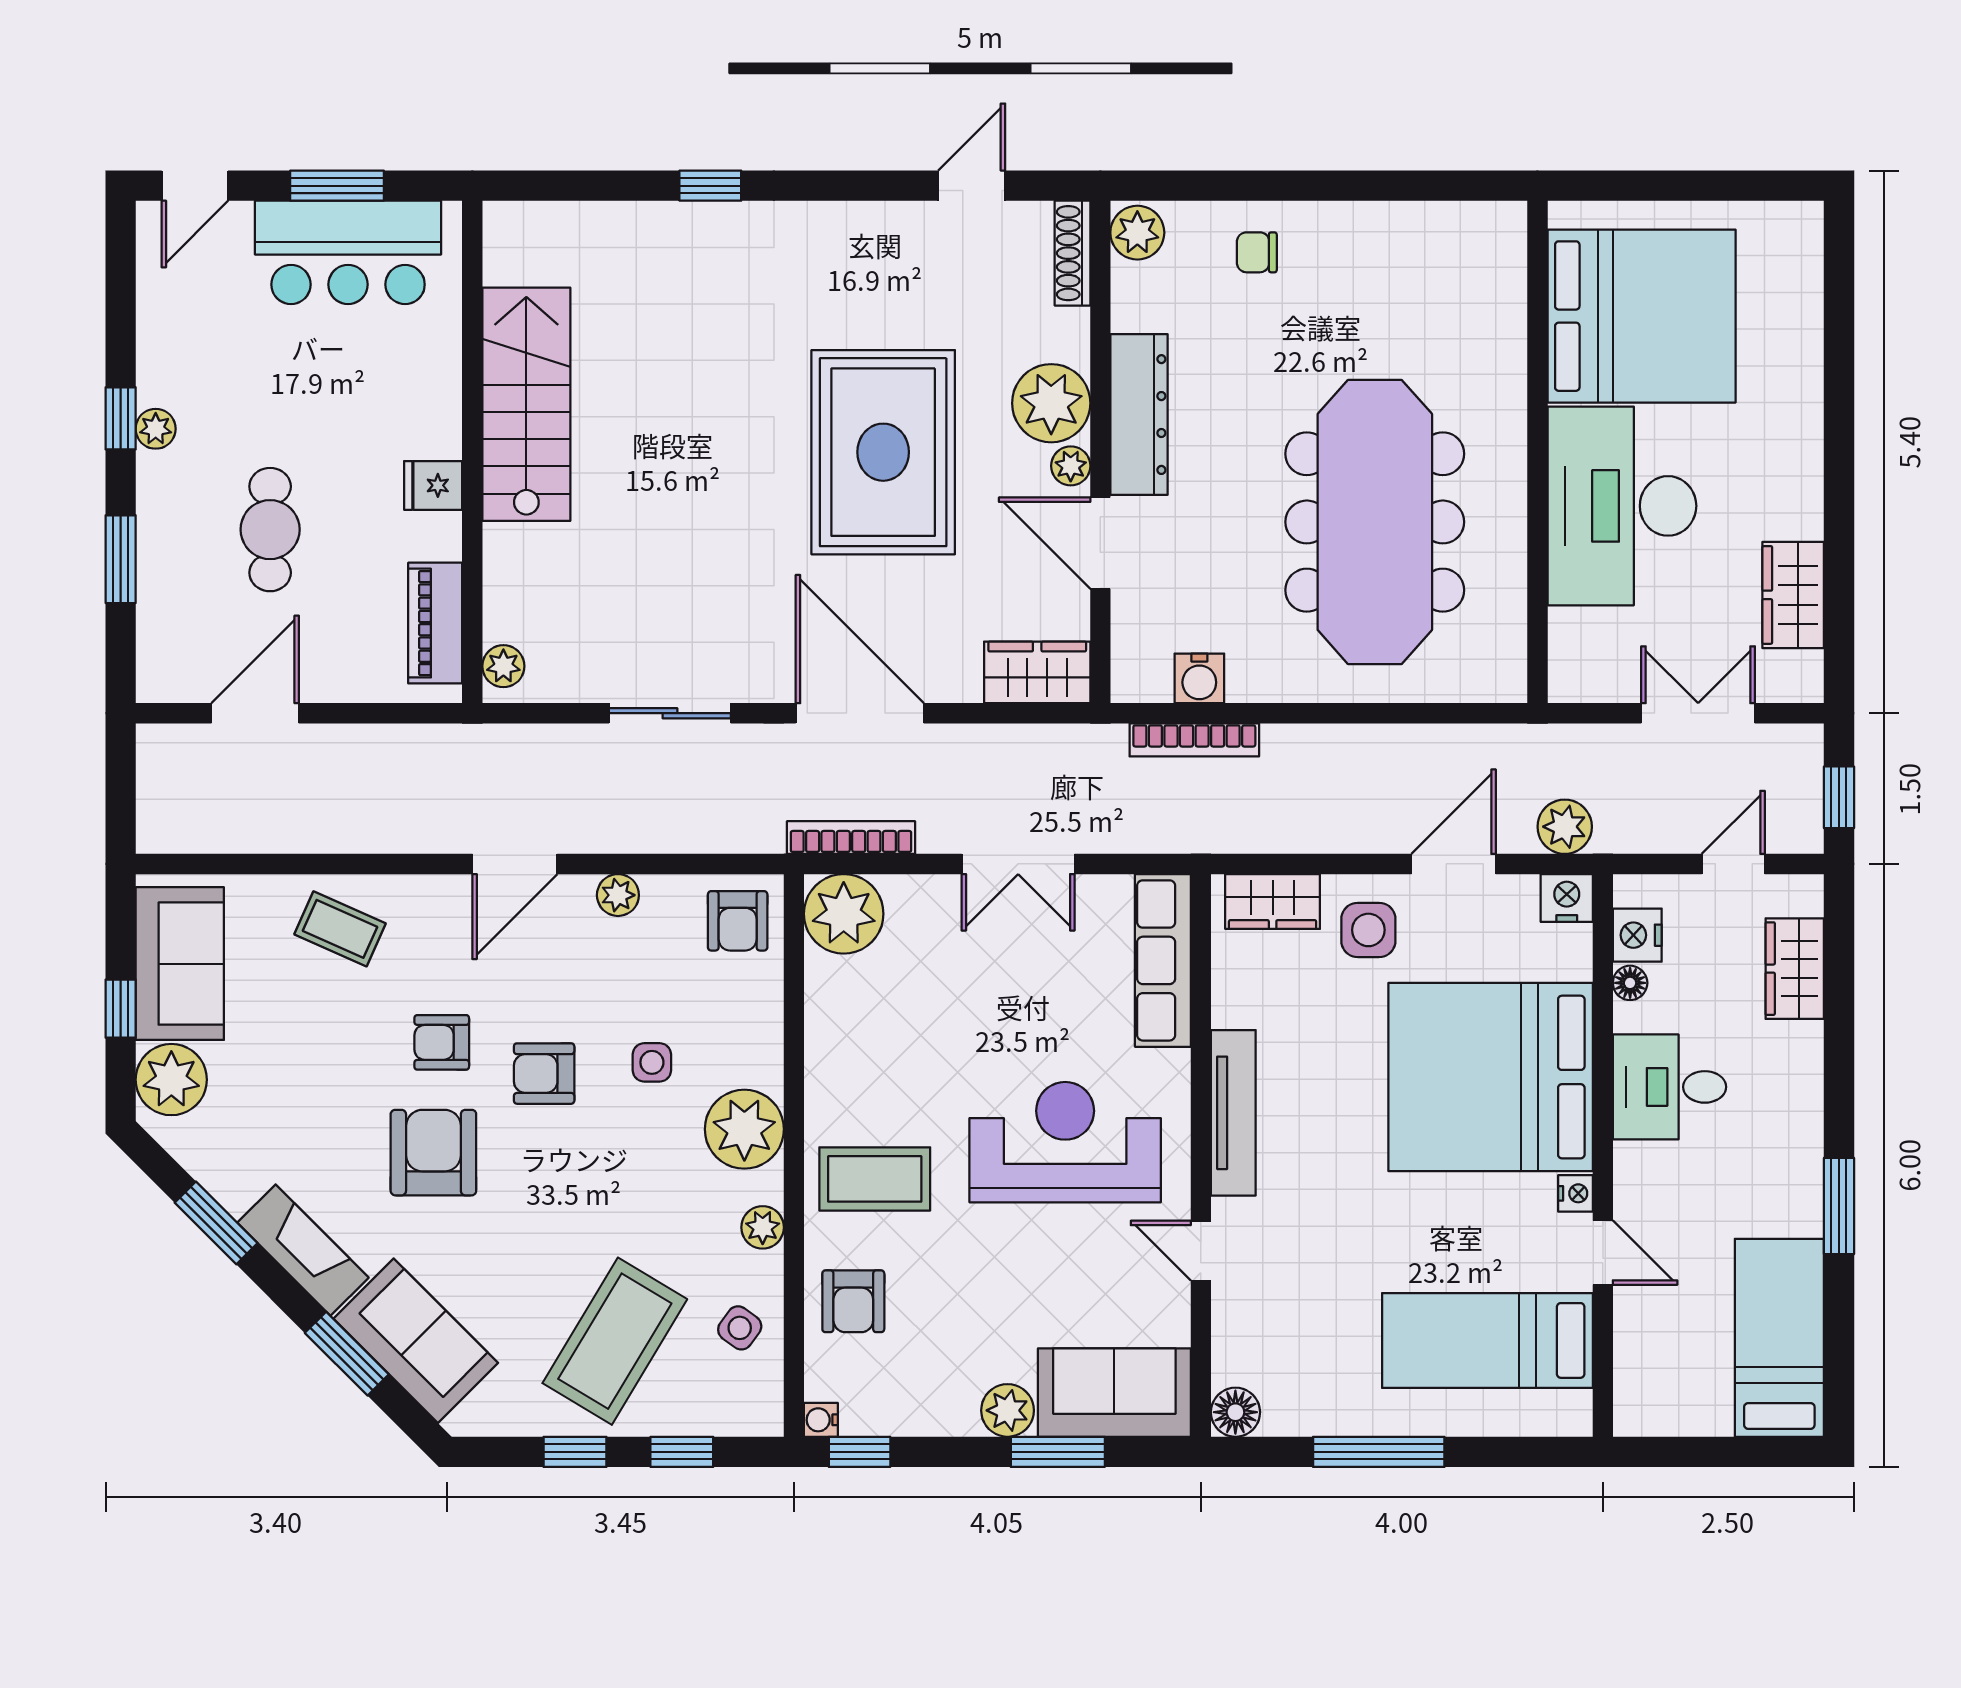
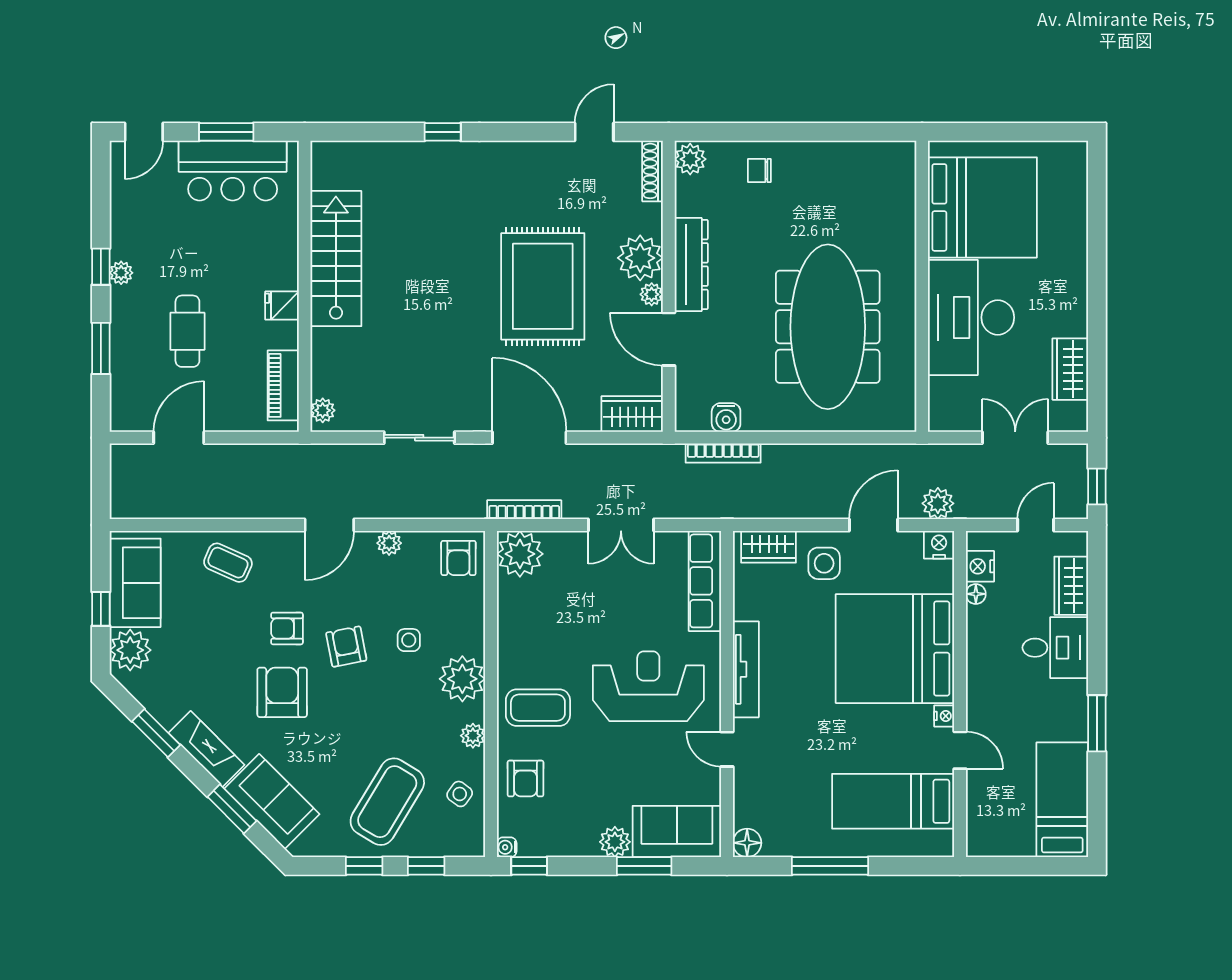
armchair: (544, 1074) -> (346, 647), turned 79
desk: (1670, 1087) -> (1055, 648), moved, turned 180

